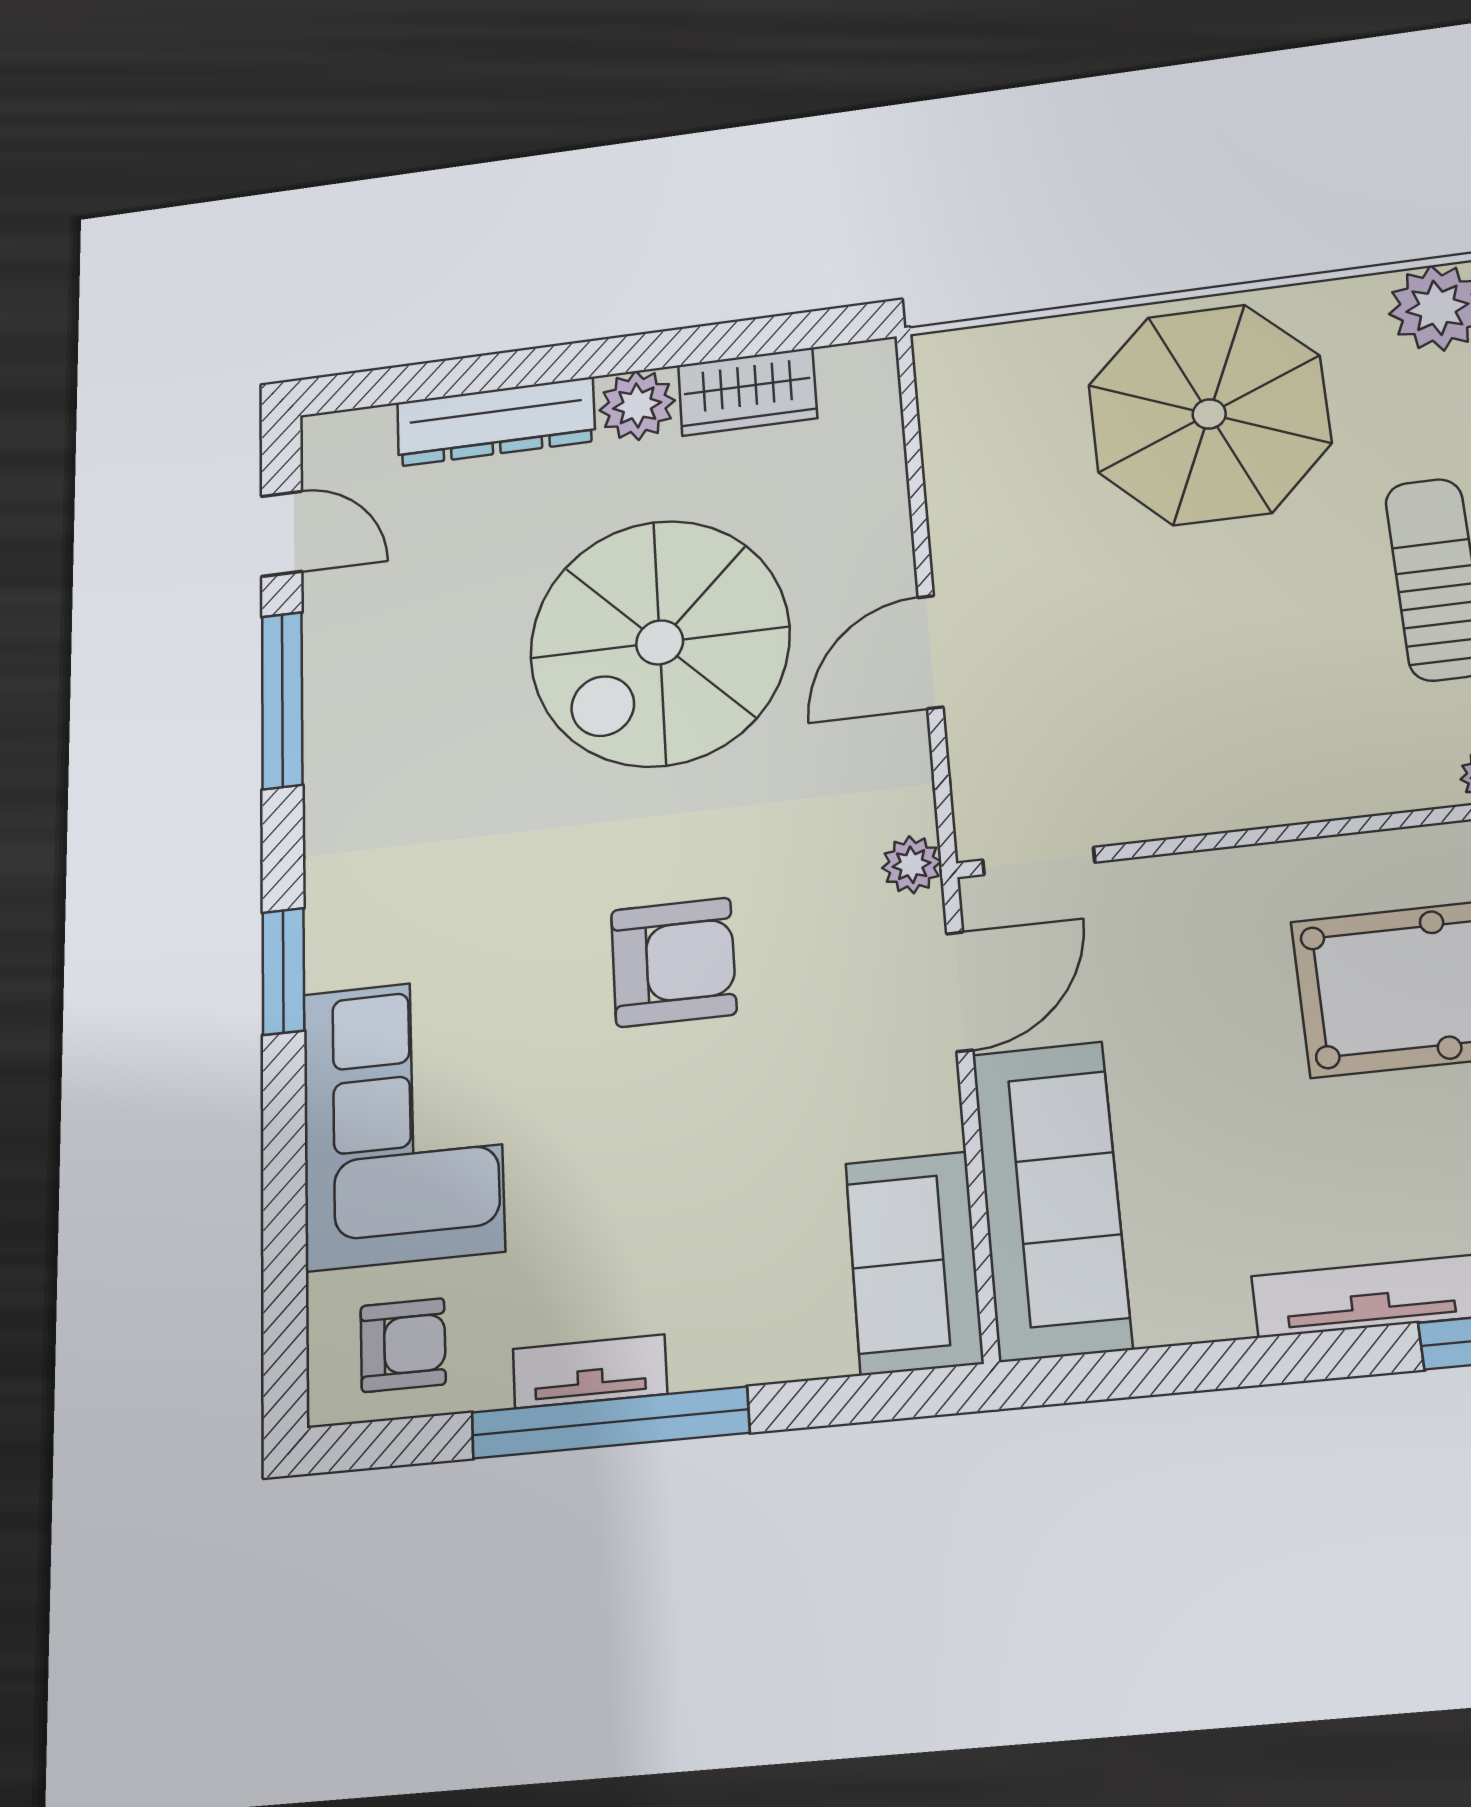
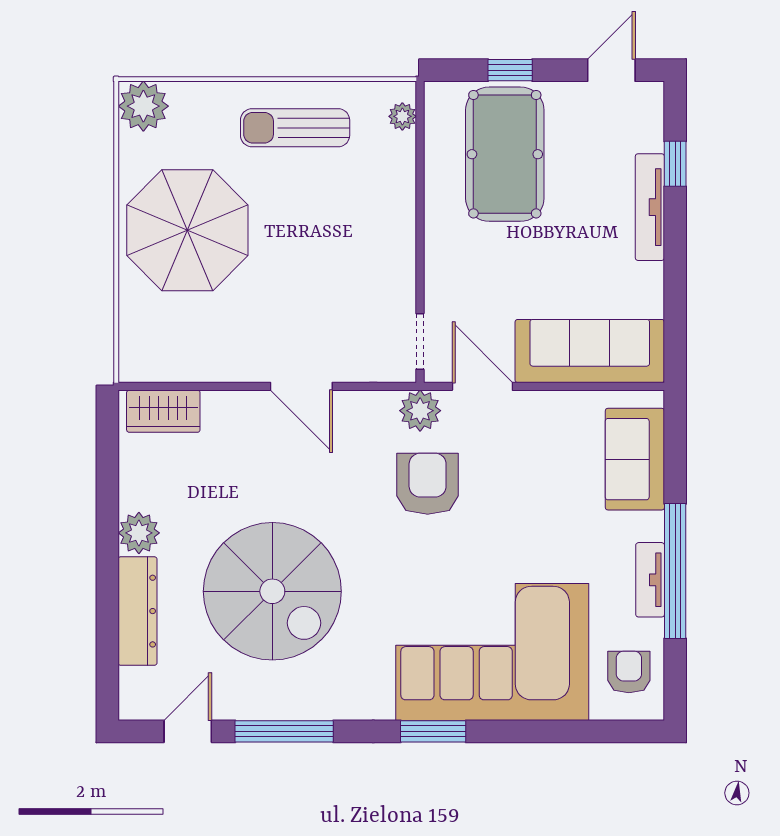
wardrobe: (747, 392) -> (163, 411), moved, turned 90
spiral stairs: (660, 642) -> (272, 591), moved
plant: (912, 865) -> (420, 411), width x1.38, depth x1.38
armchair: (674, 962) -> (428, 484), moved
corner sofa: (403, 1121) -> (492, 652), width x1.36, depth x1.36
sofa: (914, 1263) -> (635, 459), moved, turned 90

